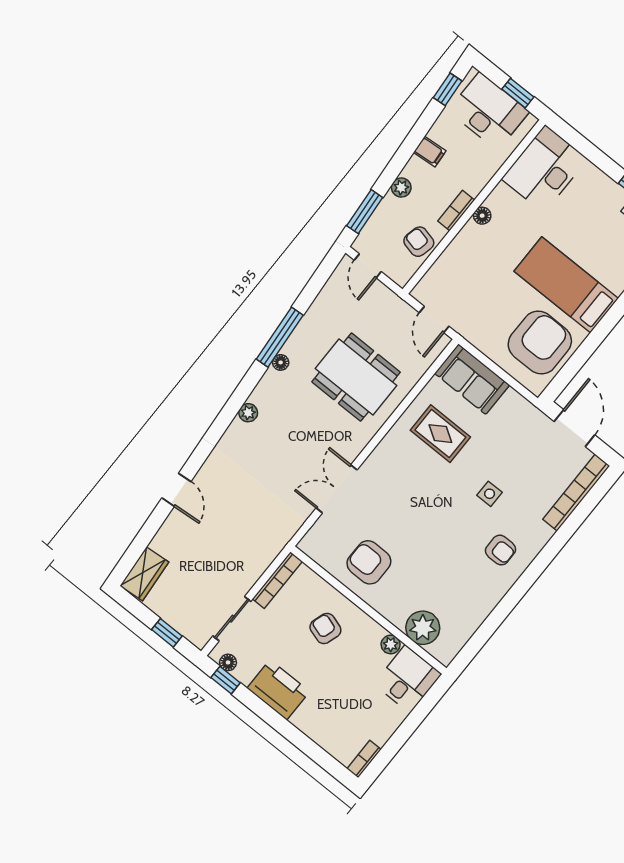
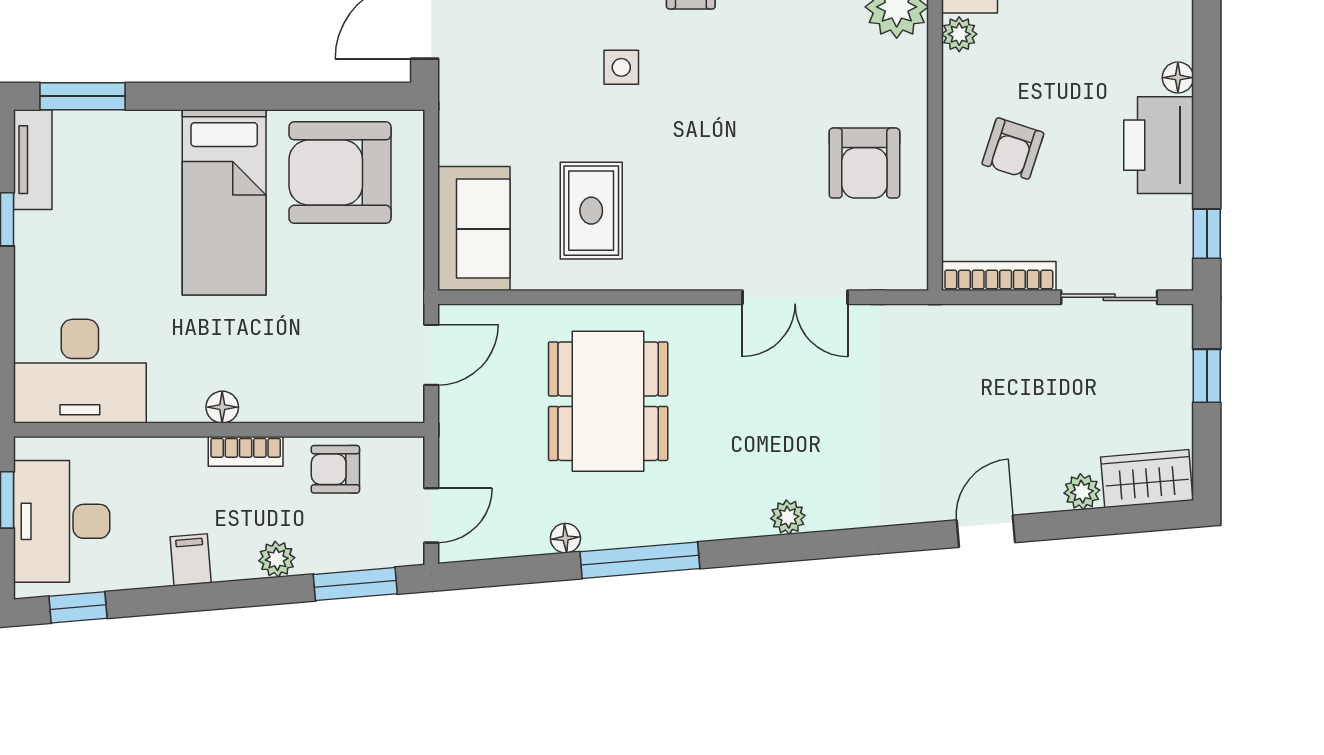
armchair: (419, 242) -> (335, 469), turned 77
floor lamp: (281, 362) -> (565, 538), moved
plant: (161, 543) -> (1082, 492), added
floor lamp: (228, 662) -> (1178, 78), moved

